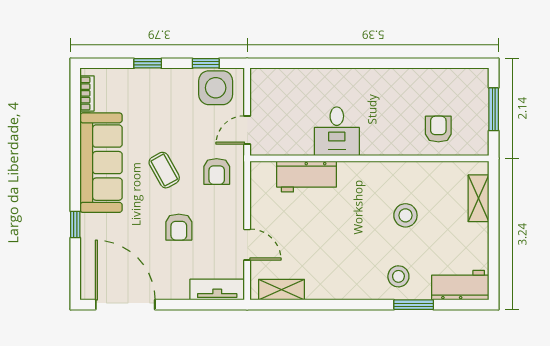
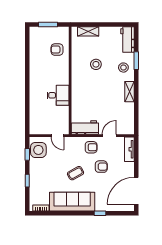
armchair: (217, 171) -> (91, 147), moved
workbench: (307, 177) -> (85, 128), moved, turned -90
shelving: (282, 290) -> (129, 92), moved

